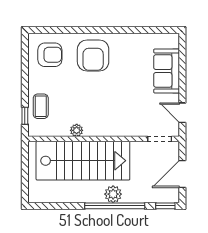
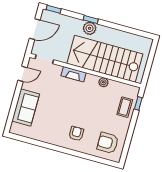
armchair: (93, 56) -> (76, 134), width x0.53, depth x0.53
door: (182, 113) -> (22, 74), hinge flipped
fireplace: (117, 130) -> (74, 74), added
window: (115, 206) -> (91, 19), width x0.32

